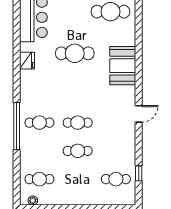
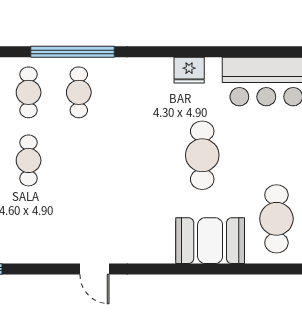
booth: (123, 66) -> (210, 241), moved
cafe table: (78, 123) -> (29, 92), moved

